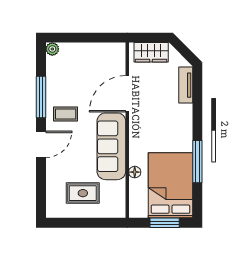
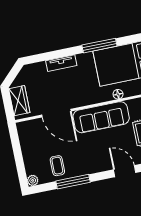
tv unit: (186, 85) -> (61, 63), moved
coffee table: (66, 114) -> (57, 166), moved
door: (41, 144) -> (125, 171), moved

